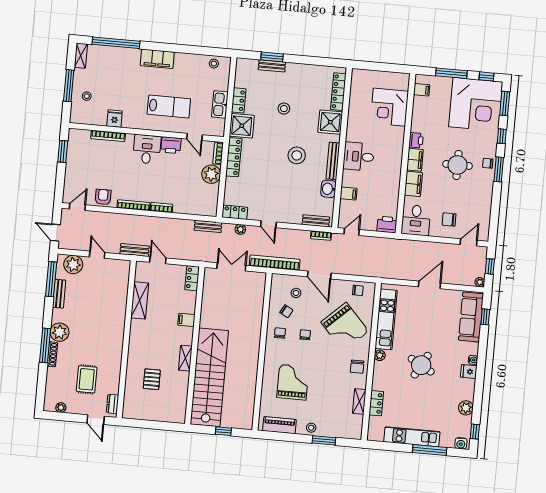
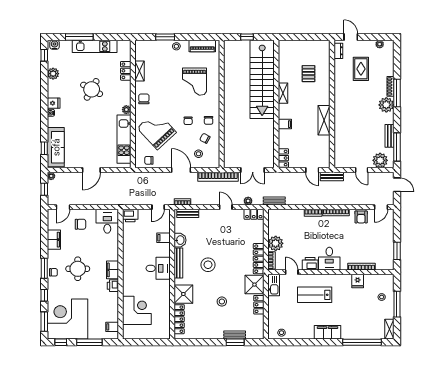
kitchen sink: (220, 104) -> (274, 285), moved
filing cabinet: (413, 184) -> (54, 240), moved, turned 180
shelving: (140, 300) -> (324, 120), moved
round table: (421, 365) -> (92, 89), moved

